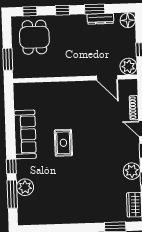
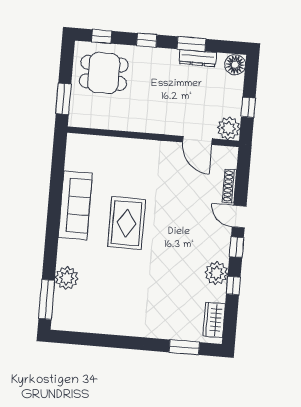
dining table: (34, 37) -> (104, 73), turned 90
rug: (63, 143) -> (127, 223), width x1.36, depth x1.43
window: (11, 166) -> (51, 247), removed
window: (12, 194) -> (47, 299), moved

